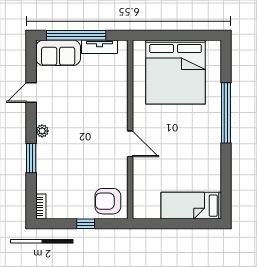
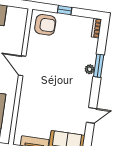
plant: (42, 131) -> (90, 69), moved

